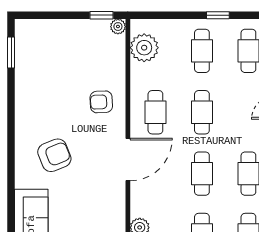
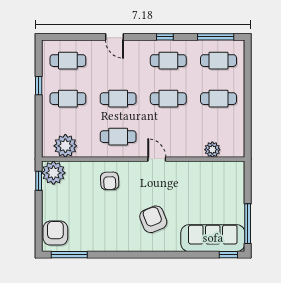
plant: (118, 27) -> (53, 173), width x1.87, depth x1.87
armchair: (37, 36) -> (55, 233), added
window: (11, 52) -> (69, 255), width x1.44
door: (128, 160) -> (157, 159), width x0.53

